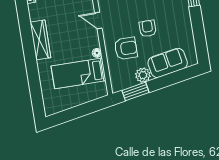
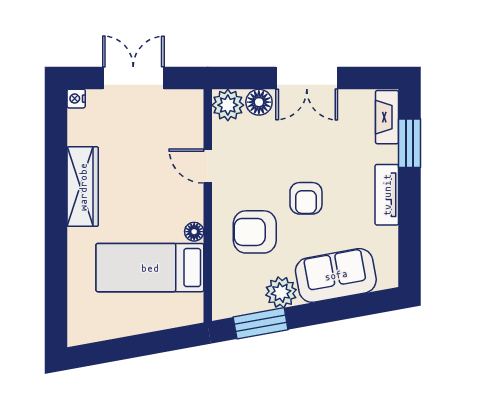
tv unit: (186, 21) -> (387, 195), added
armchair: (148, 28) -> (306, 198), turned 180
armchair: (126, 48) -> (255, 232), turned 180

